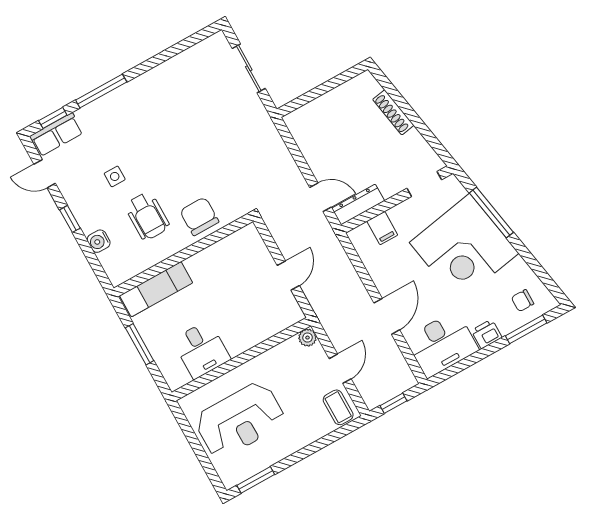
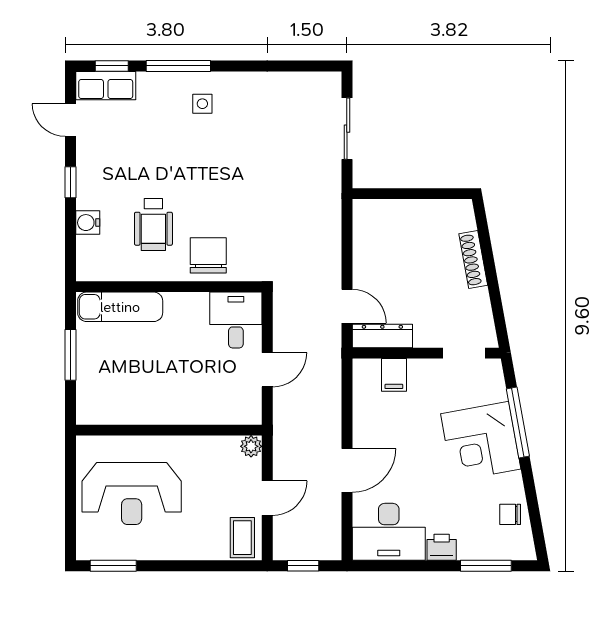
side table: (115, 176) -> (202, 104), moved
corner desk: (464, 248) -> (481, 441), width x0.74, depth x0.74
chair: (523, 301) -> (510, 514), moved
desk: (201, 350) -> (236, 320), moved, turned 180

